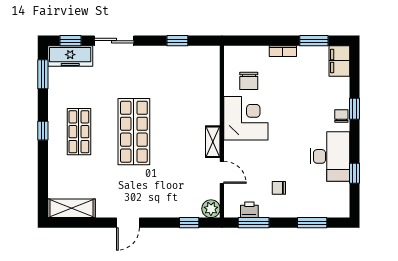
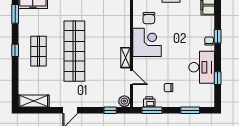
shop shelf: (134, 132) -> (74, 51), width x1.40

